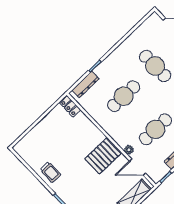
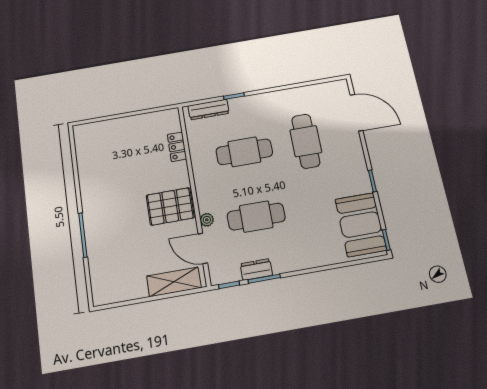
locker: (70, 106) -> (177, 147), moved
trolley: (50, 172) -> (95, 184), removed

